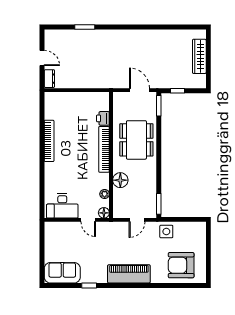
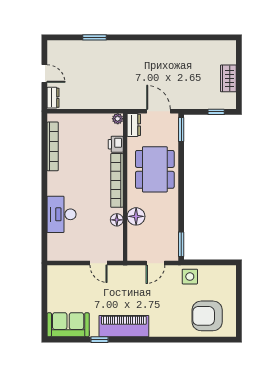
wardrobe: (199, 56) -> (228, 78), width x0.67
window: (177, 91) -> (216, 112), moved
dresser: (118, 102) -> (134, 125), added
bookcase: (49, 141) -> (53, 146), moved
plant: (105, 194) -> (118, 119), moved
desk: (62, 206) -> (62, 214), moved, turned 90
floor lamp: (104, 213) -> (117, 220), moved
piano: (129, 274) -> (124, 326), moved

